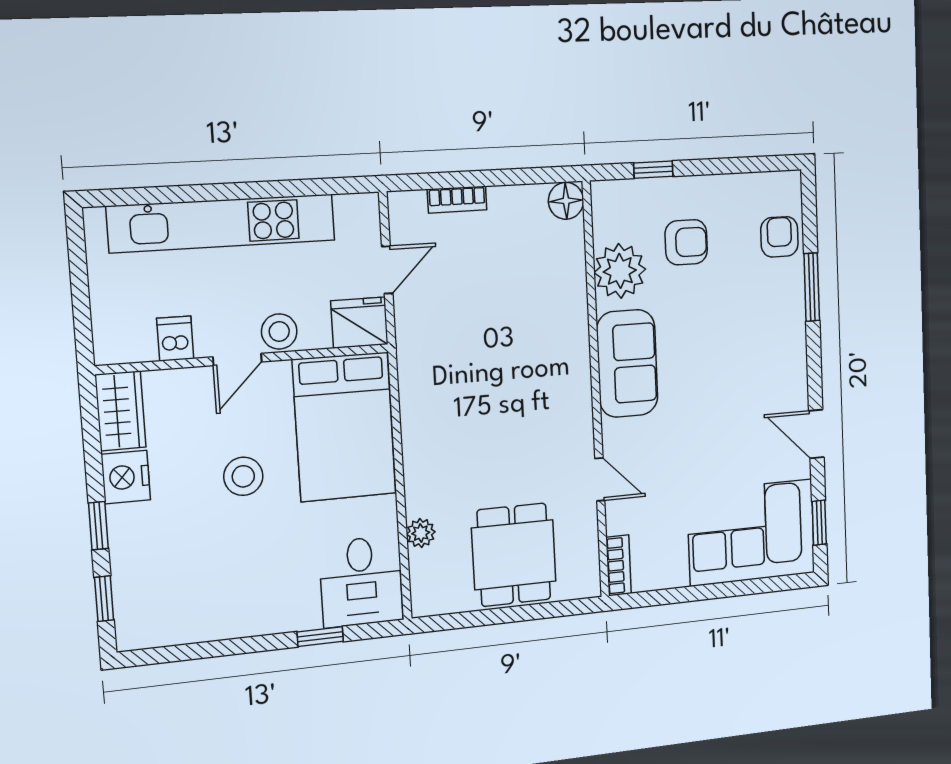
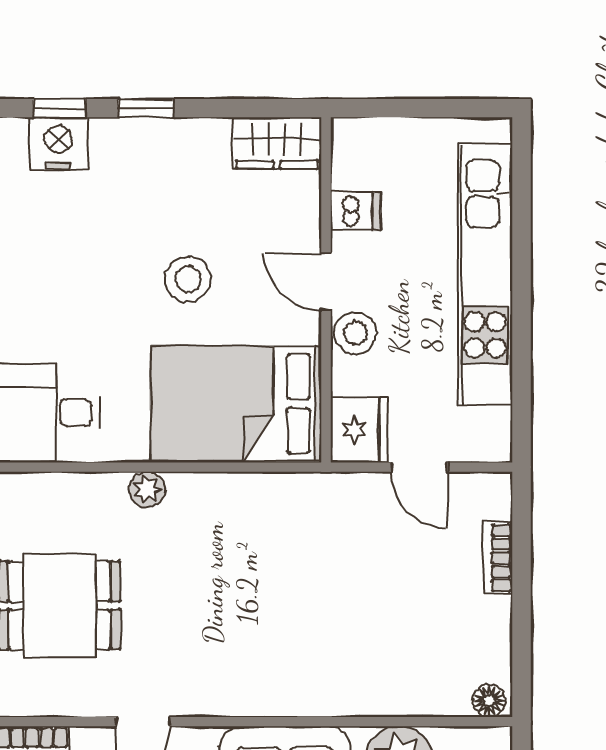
floor lamp: (566, 201) -> (489, 701), width x0.73, depth x0.73
nightstand: (126, 477) -> (58, 143), moved
plant: (421, 533) -> (147, 490), moved

